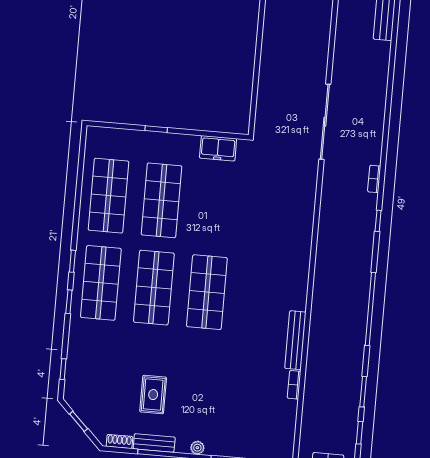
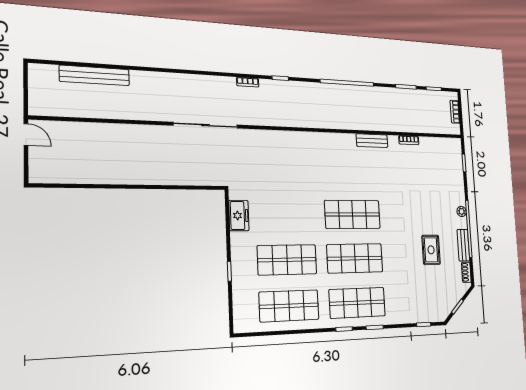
bench: (295, 340) -> (372, 141), width x0.73
rug: (153, 395) -> (431, 250), turned 90

